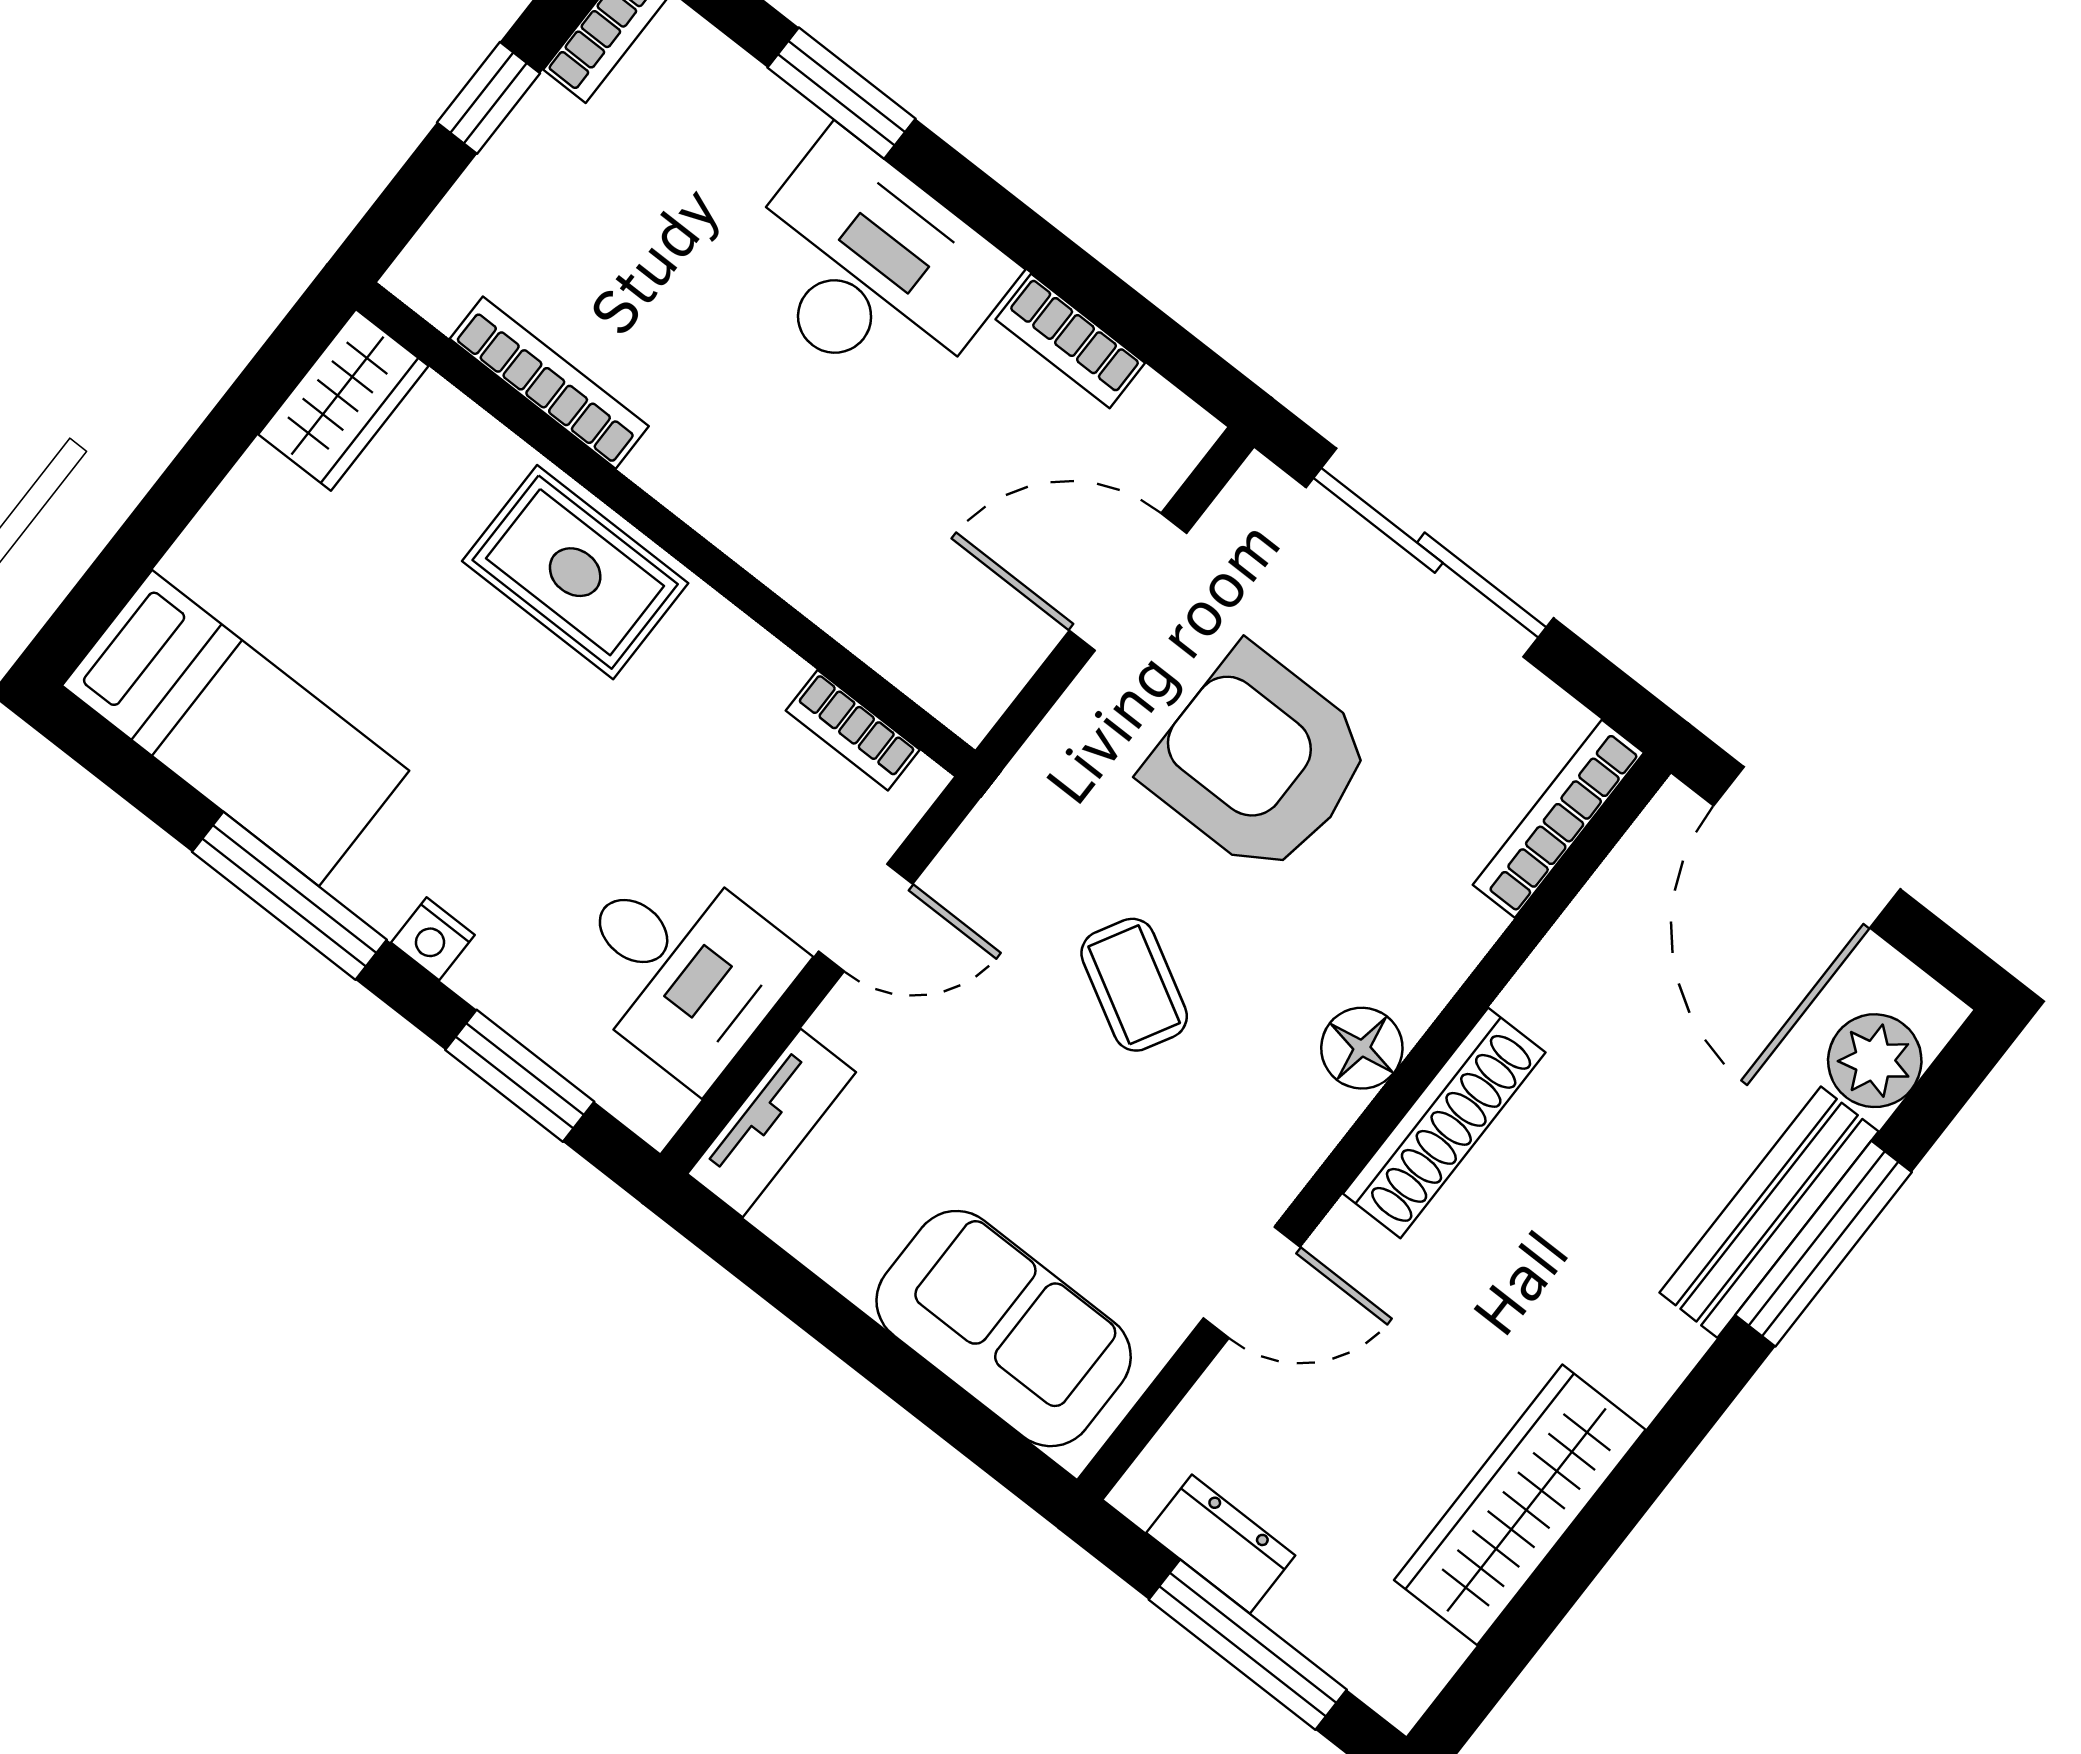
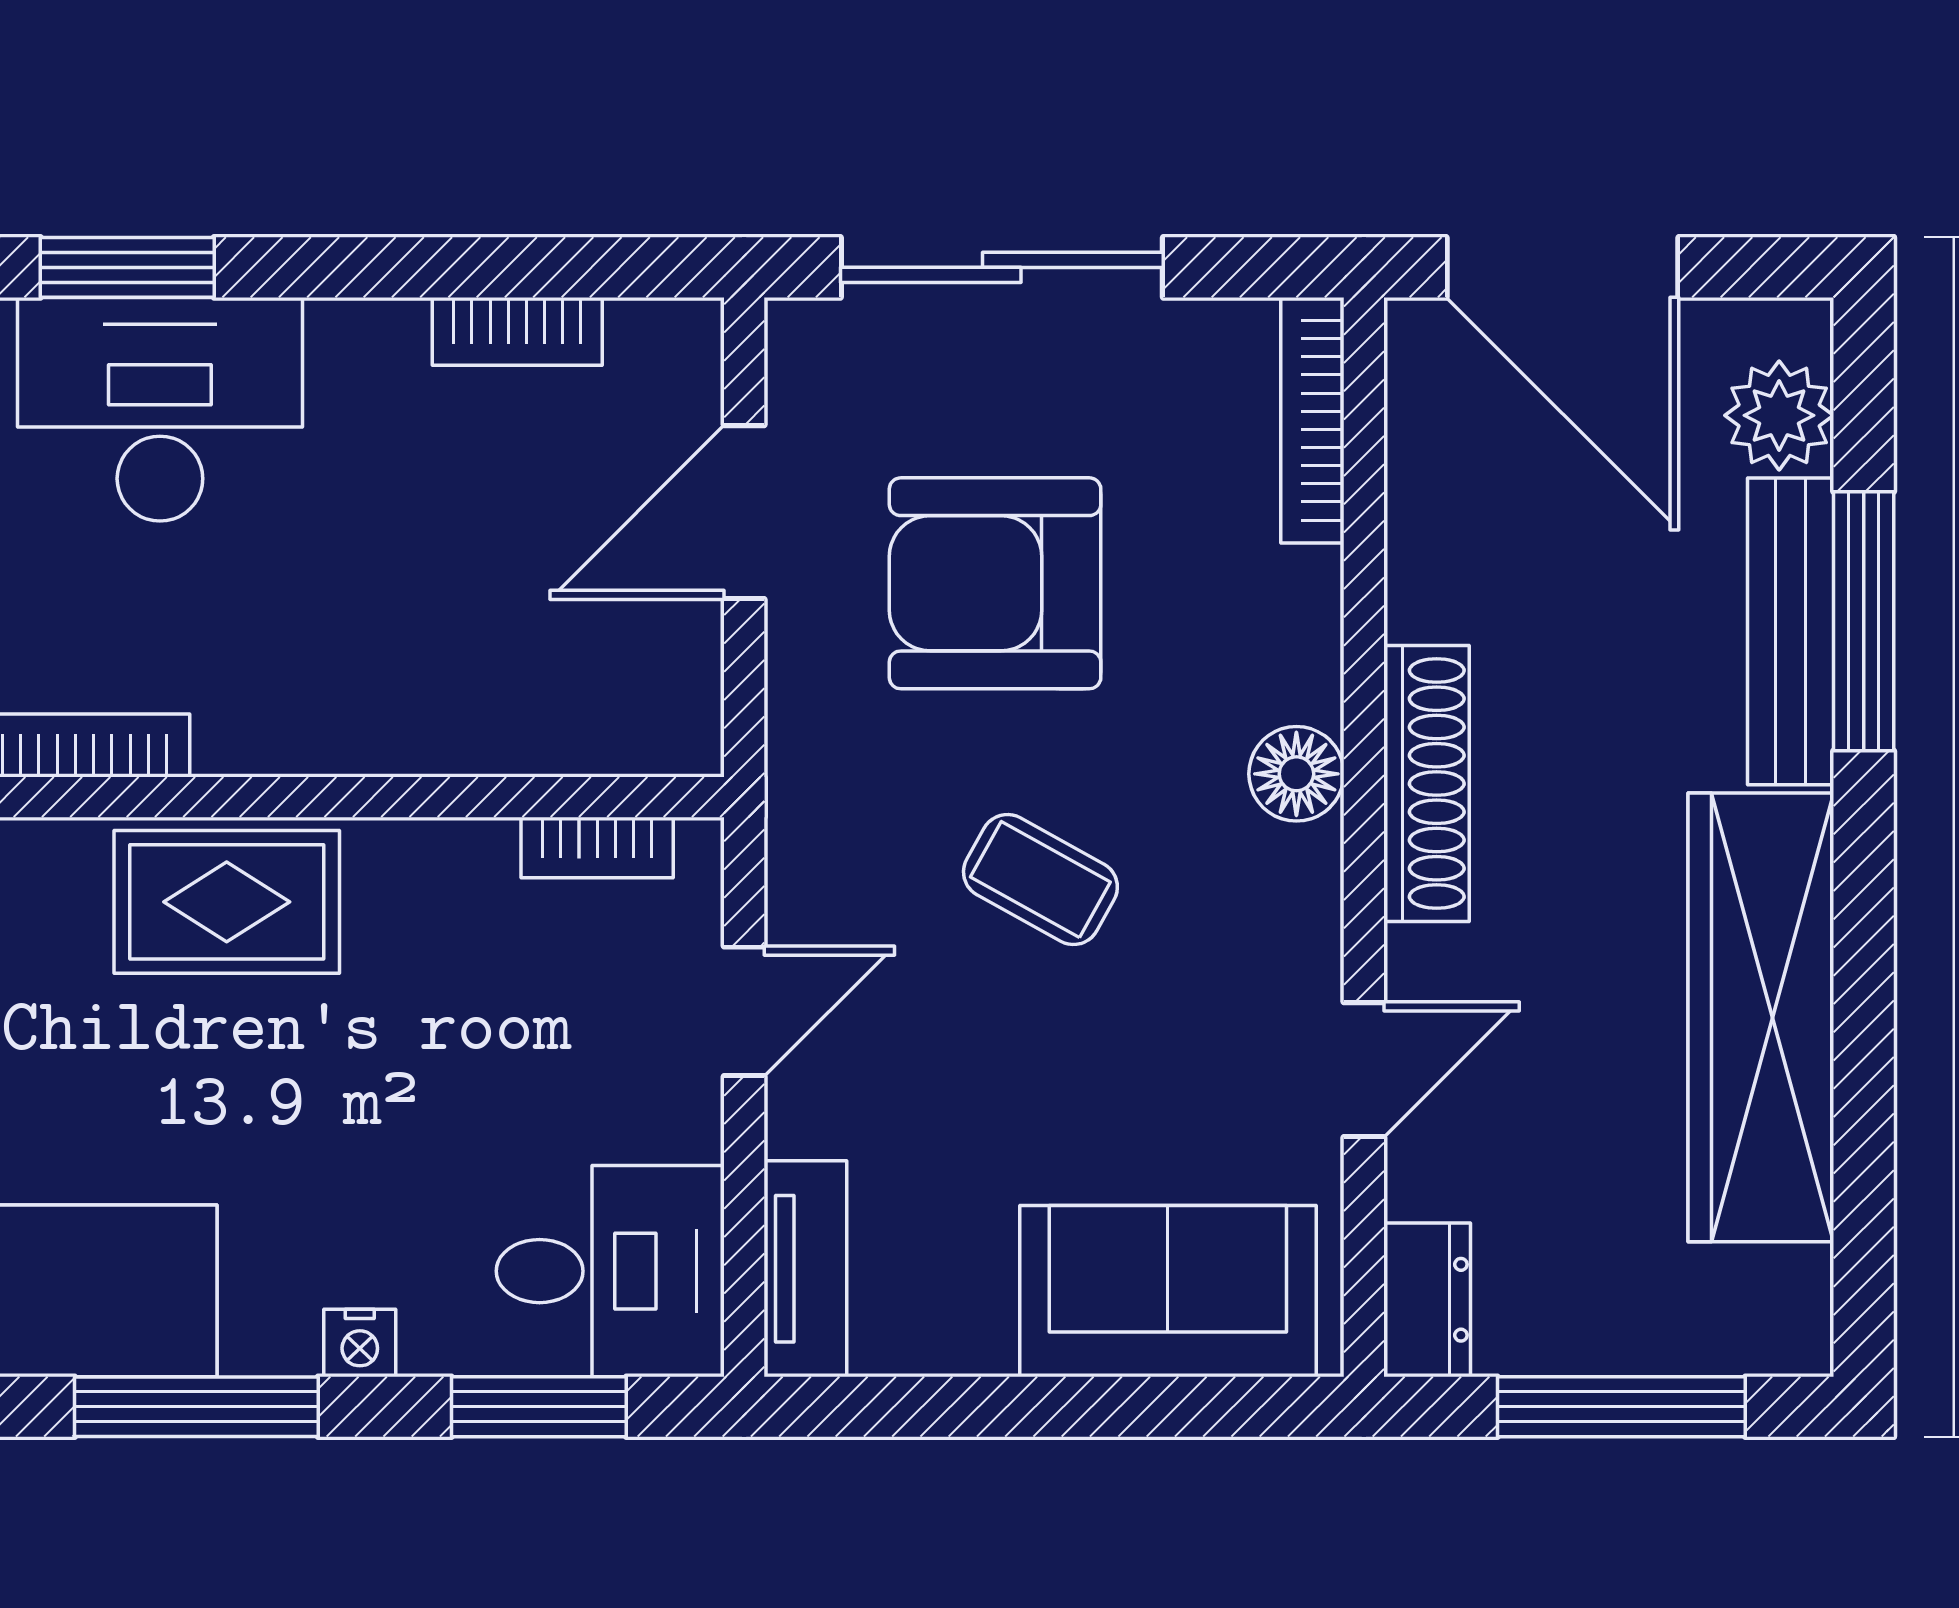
desk: (871, 270) -> (160, 409), moved
desk: (681, 968) -> (610, 1271), moved
wardrobe: (1520, 1505) -> (1761, 1017), width x1.40, depth x1.17
dresser: (1221, 1544) -> (1427, 1300), moved, turned 90

